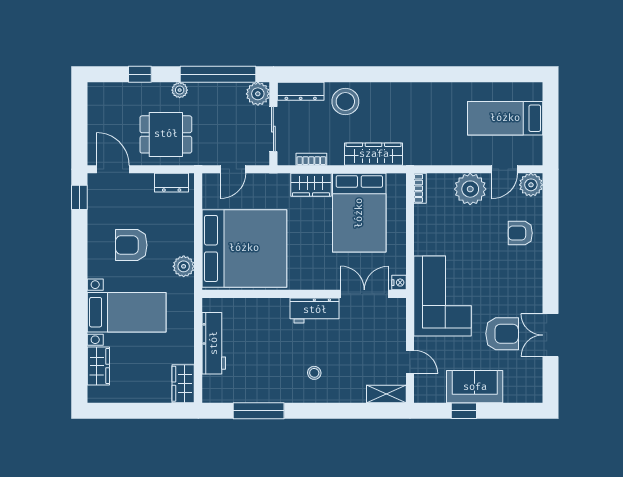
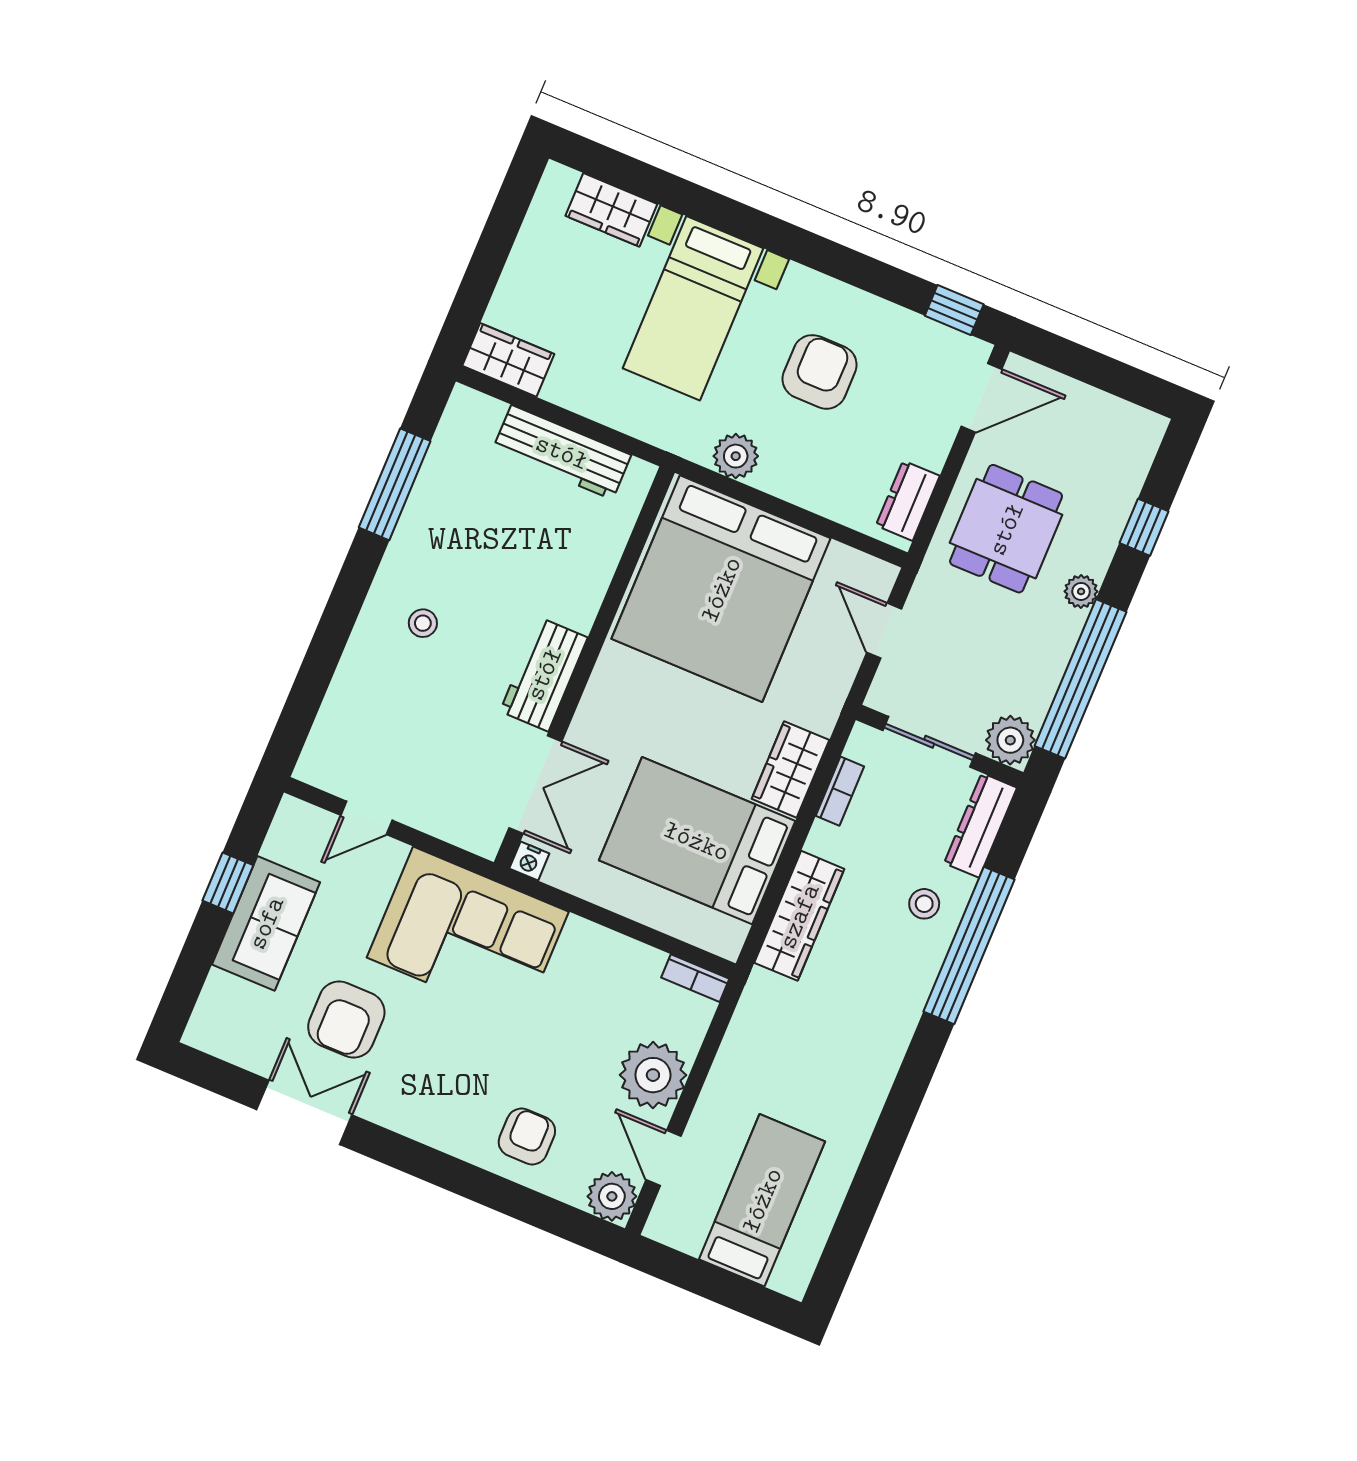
window: (355, 74) -> (969, 946), added
stool: (345, 102) -> (924, 904), width x0.53, depth x0.53
shelving: (386, 394) -> (324, 746), removed

